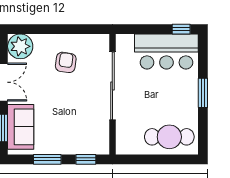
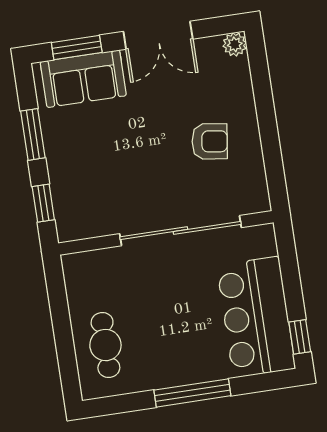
plant: (20, 46) -> (235, 44), width x0.53, depth x0.53
window: (203, 93) -> (192, 393), width x1.44
cafe table: (169, 137) -> (105, 345), width x0.73, depth x0.74

